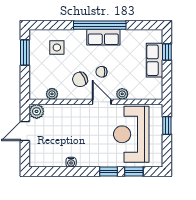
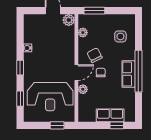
window: (25, 52) -> (94, 11), moved
reception desk: (131, 134) -> (50, 97), turned 180
window: (108, 171) -> (20, 68), moved

